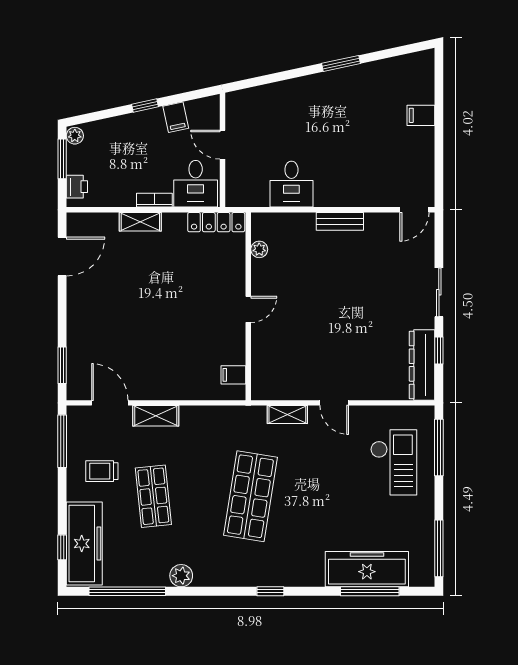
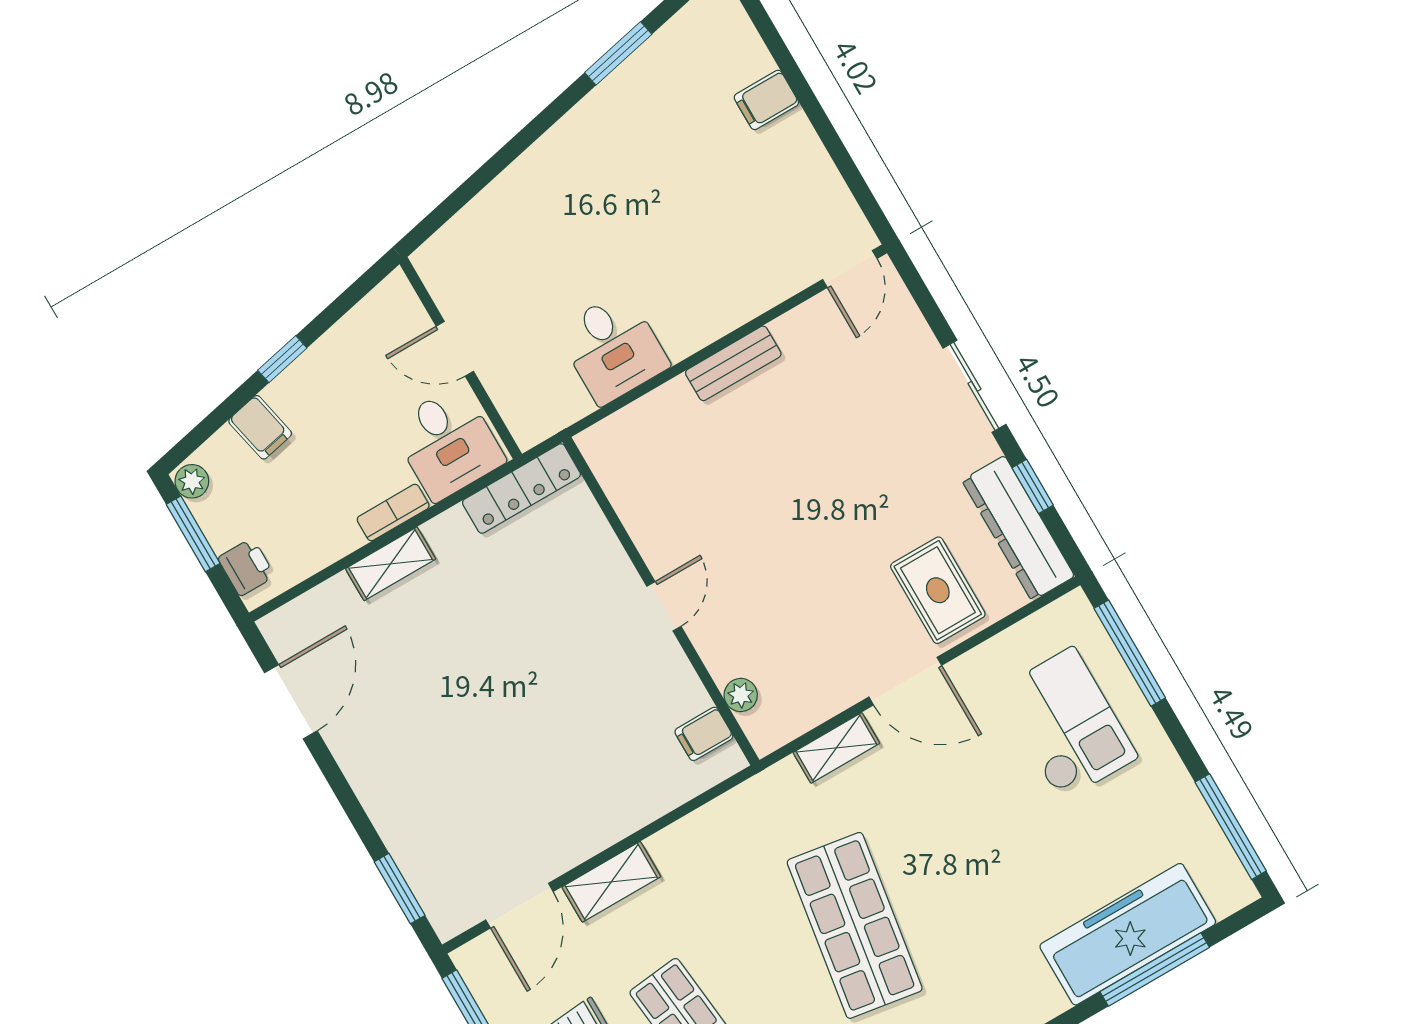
window: (341, 63) -> (618, 53), moved
filing cabinet: (176, 117) -> (260, 427), moved
plant: (259, 249) -> (741, 695), moved
rug: (371, 372) -> (938, 590), added
door: (110, 403) -> (519, 906), swing flipped
door: (334, 403) -> (905, 681), width x1.38

